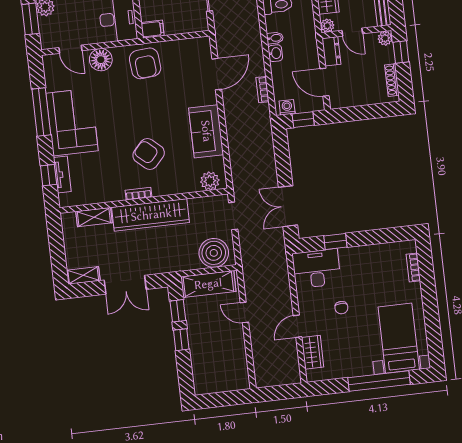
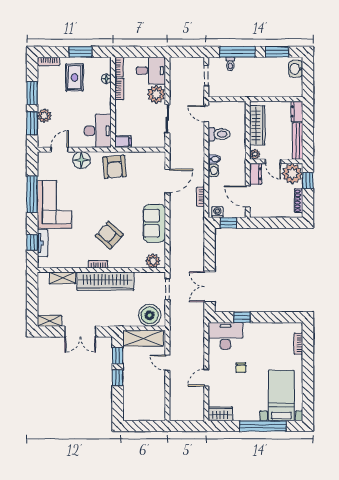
plant: (385, 38) -> (292, 174), width x1.87, depth x1.87
door: (70, 49) -> (60, 150), swing flipped
wardrobe: (313, 352) -> (220, 414), moved, turned -90

